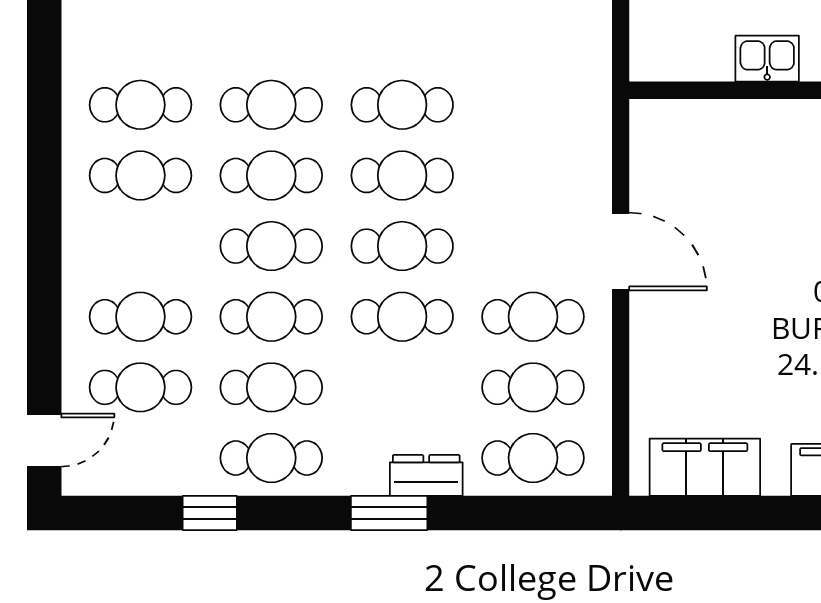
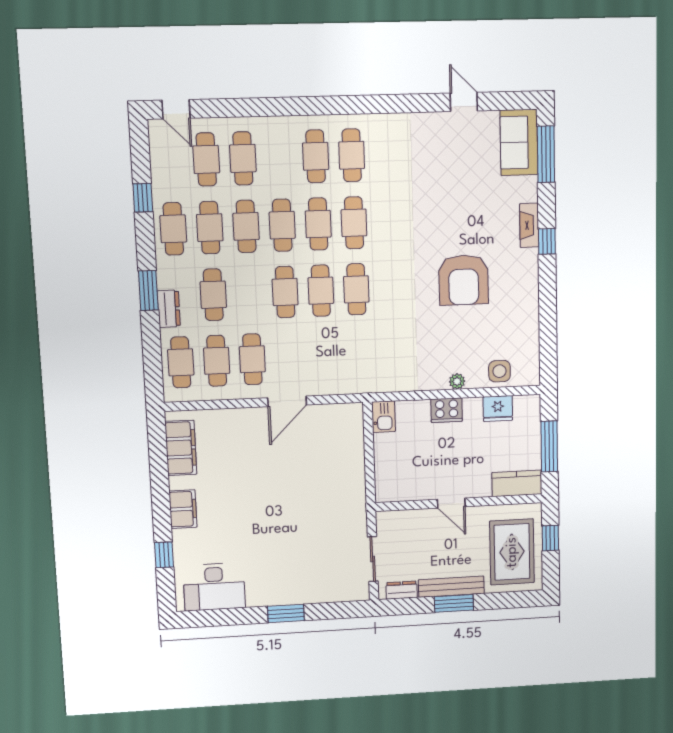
kitchen sink: (767, 59) -> (383, 417), moved
cafe table: (402, 317) -> (213, 295), moved

